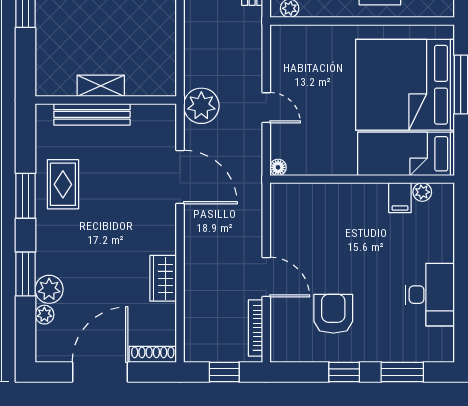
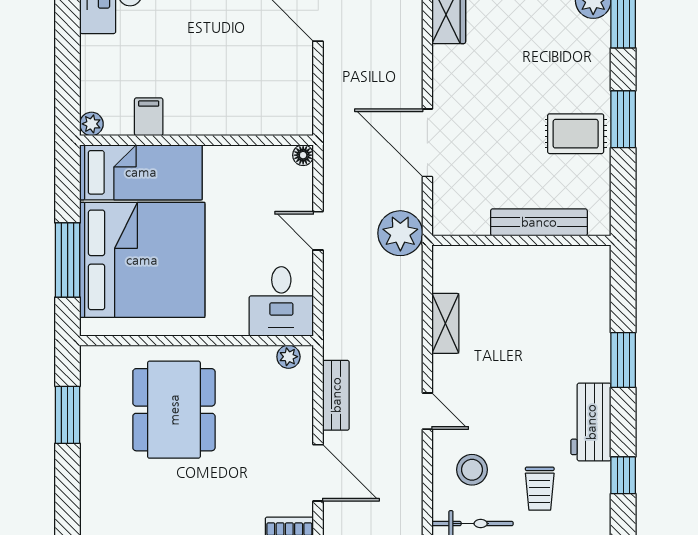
desk: (295, 52) -> (281, 301), added
shelving: (101, 86) -> (445, 323), moved, turned 90
rug: (63, 184) -> (576, 134), turned 90
plant: (422, 192) -> (91, 124), moved

